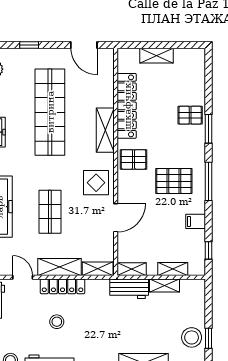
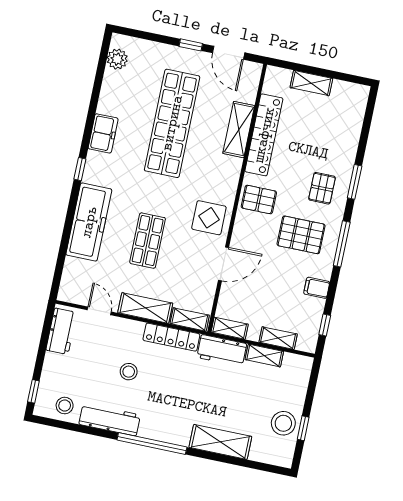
window: (29, 45) -> (191, 45), moved
pallet: (190, 115) -> (322, 188), moved, turned 90
shelving: (105, 130) -> (239, 130), moved
locker: (63, 286) -> (171, 337), moved

